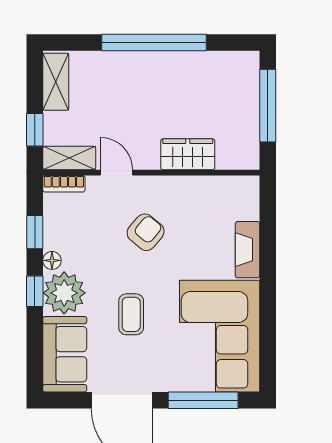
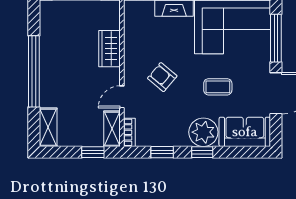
shelving: (56, 82) -> (48, 127), moved, turned 90
floor lamp: (52, 260) -> (181, 140), removed

